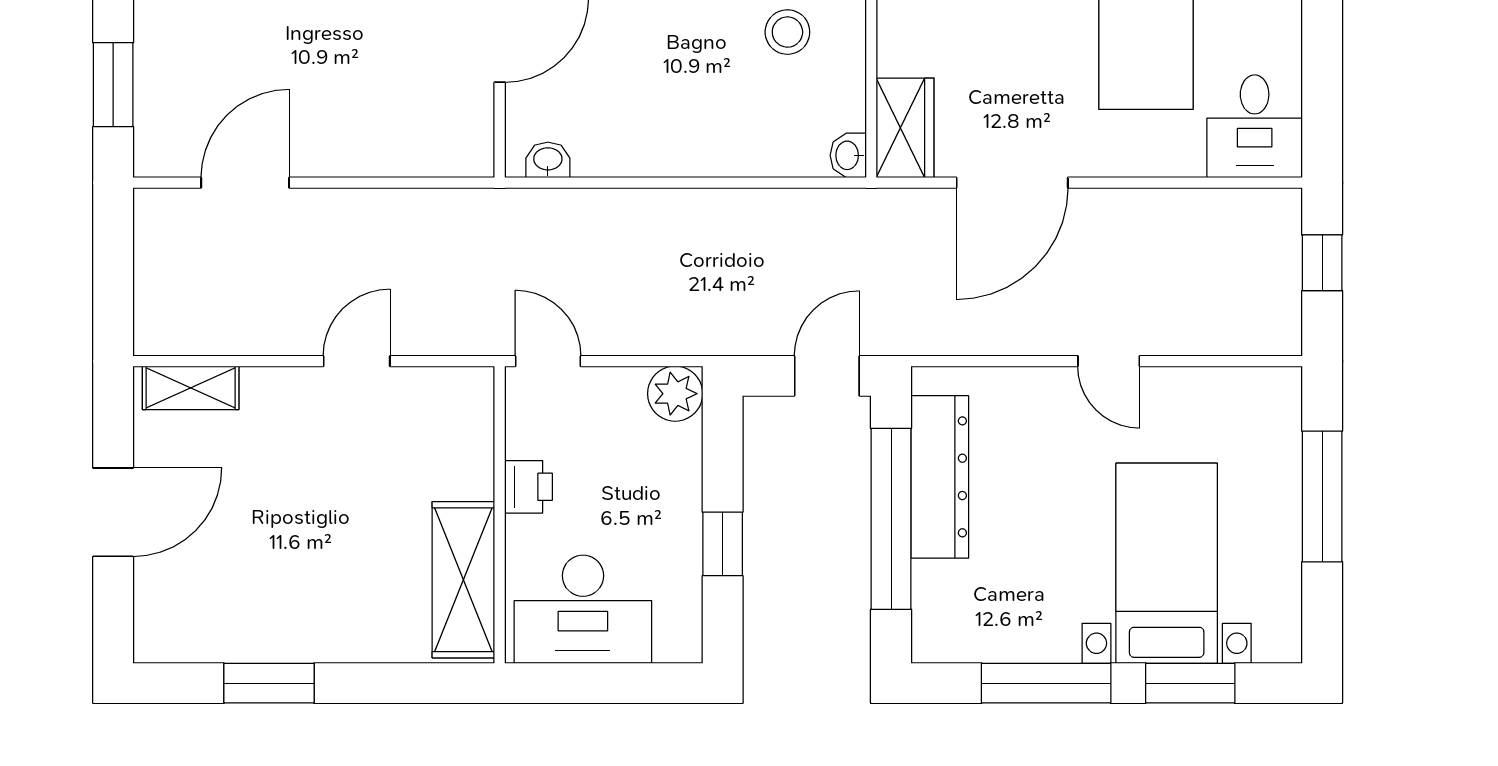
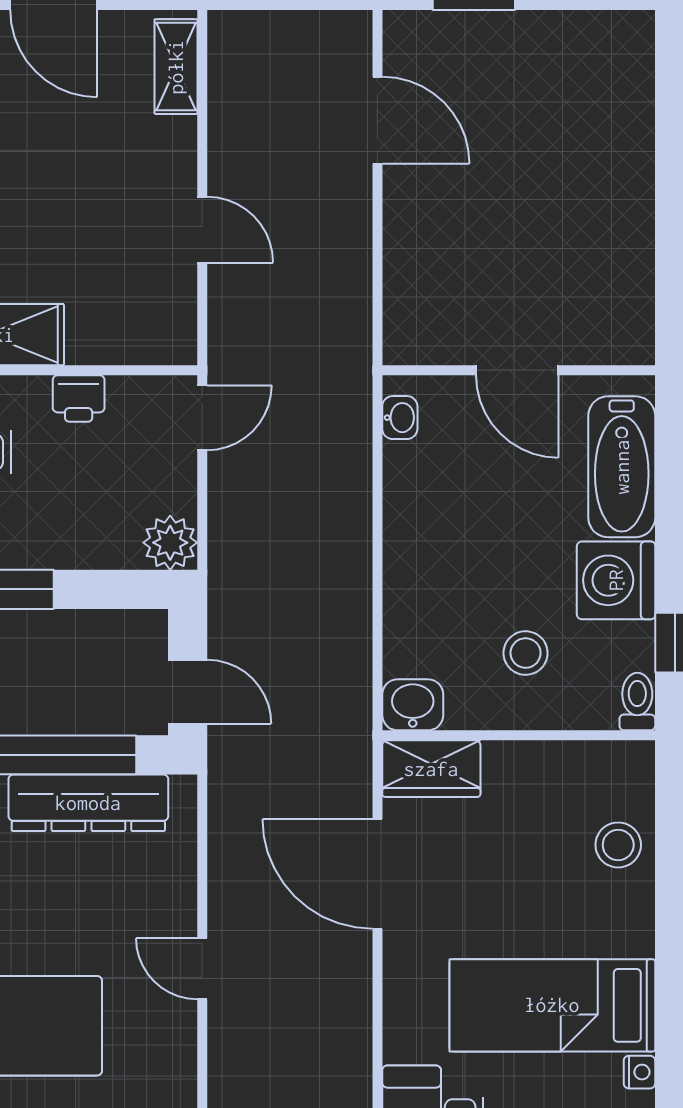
washbasin: (848, 155) -> (413, 705), width x1.38, depth x1.45
door: (1109, 361) -> (202, 969), hinge flipped

